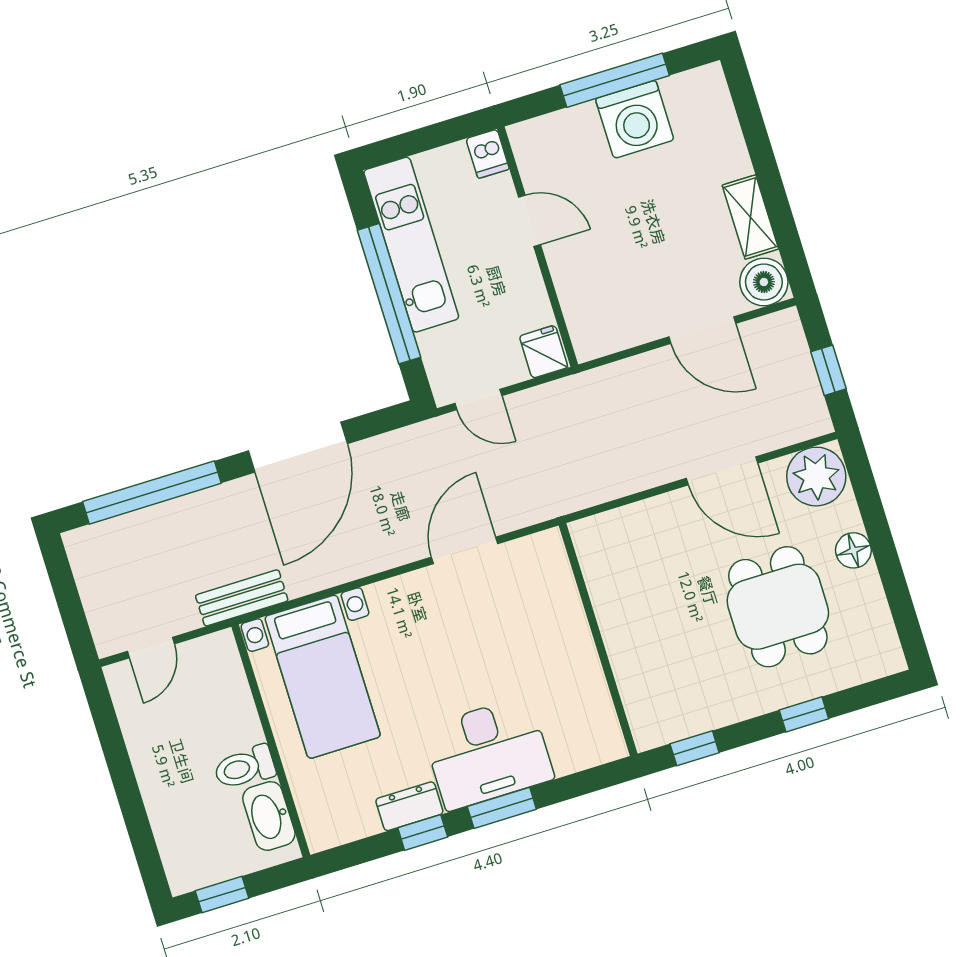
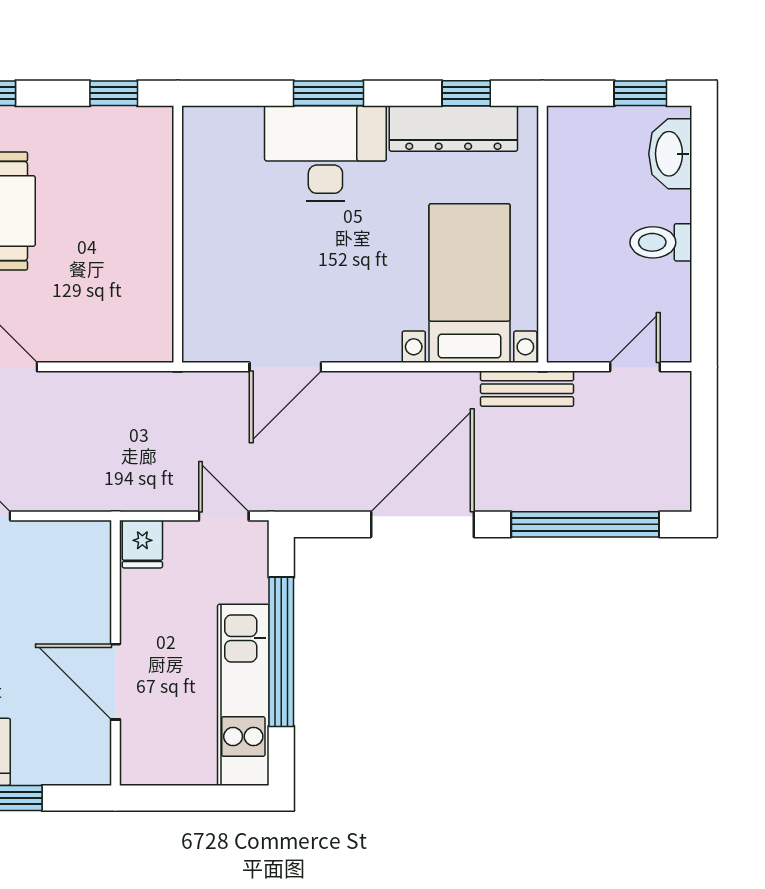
dishwasher: (488, 154) -> (137, 763), removed
door: (530, 221) -> (116, 682), width x1.37
toilet: (245, 767) -> (661, 242), moved, turned 180
dresser: (409, 806) -> (453, 129), width x1.96, depth x1.24
washbasin: (269, 816) -> (670, 154), moved, turned 180
window: (423, 832) -> (466, 93), moved

